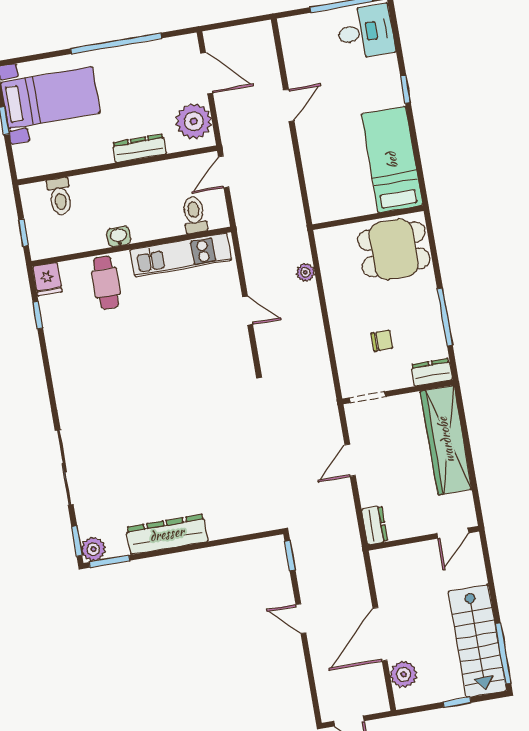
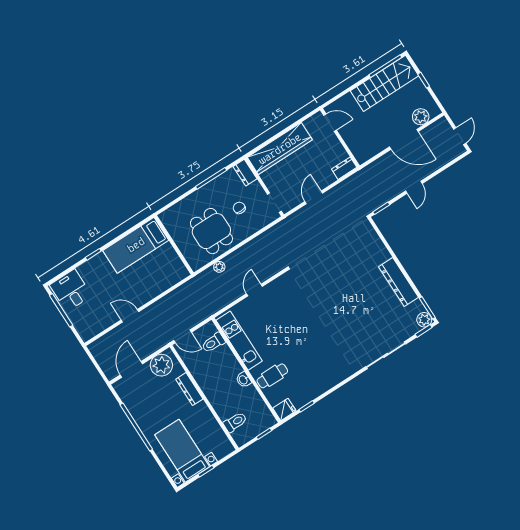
dining table: (394, 249) -> (211, 231), moved
door: (350, 460) -> (314, 197), swing flipped

